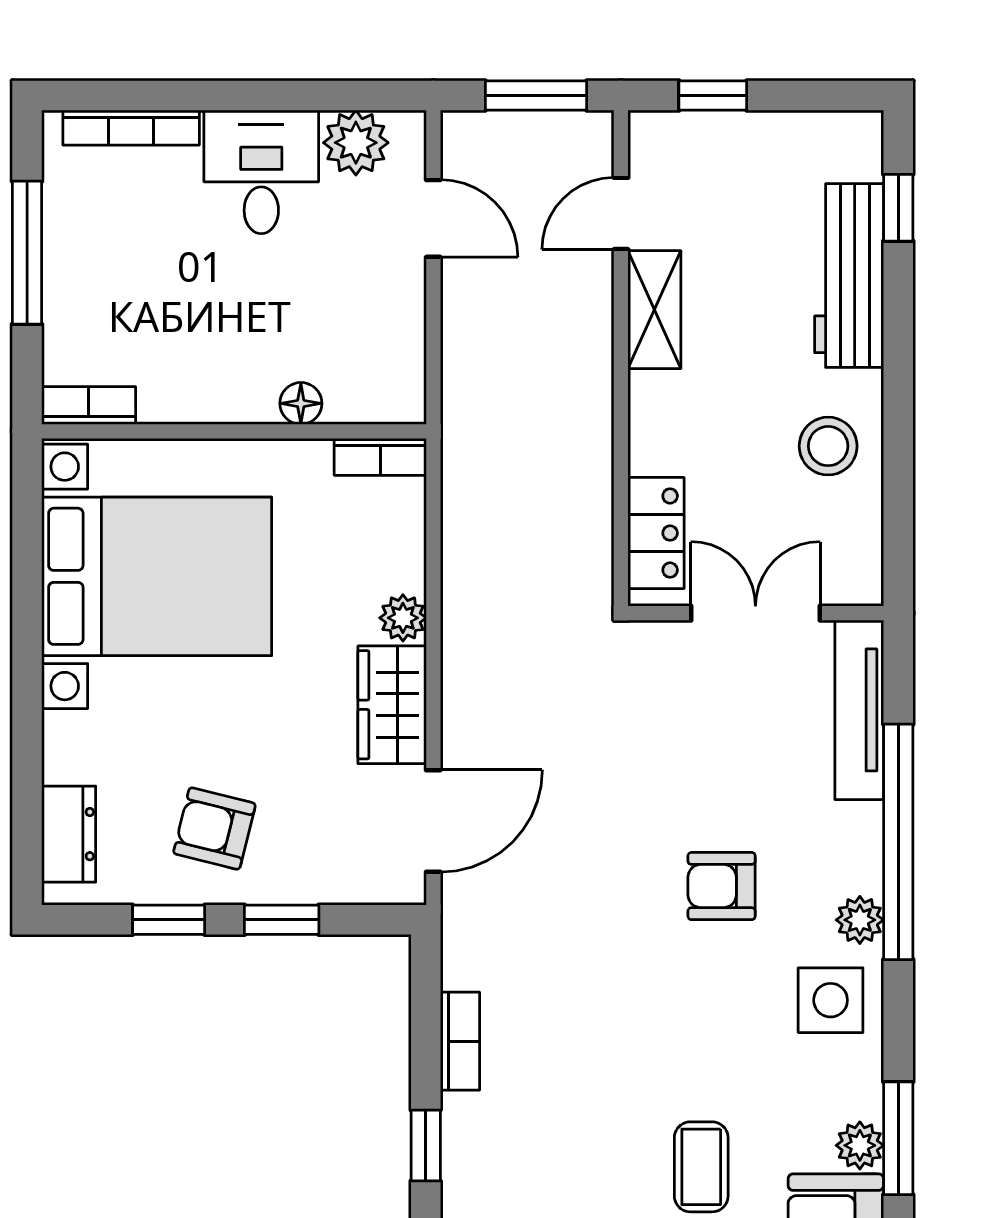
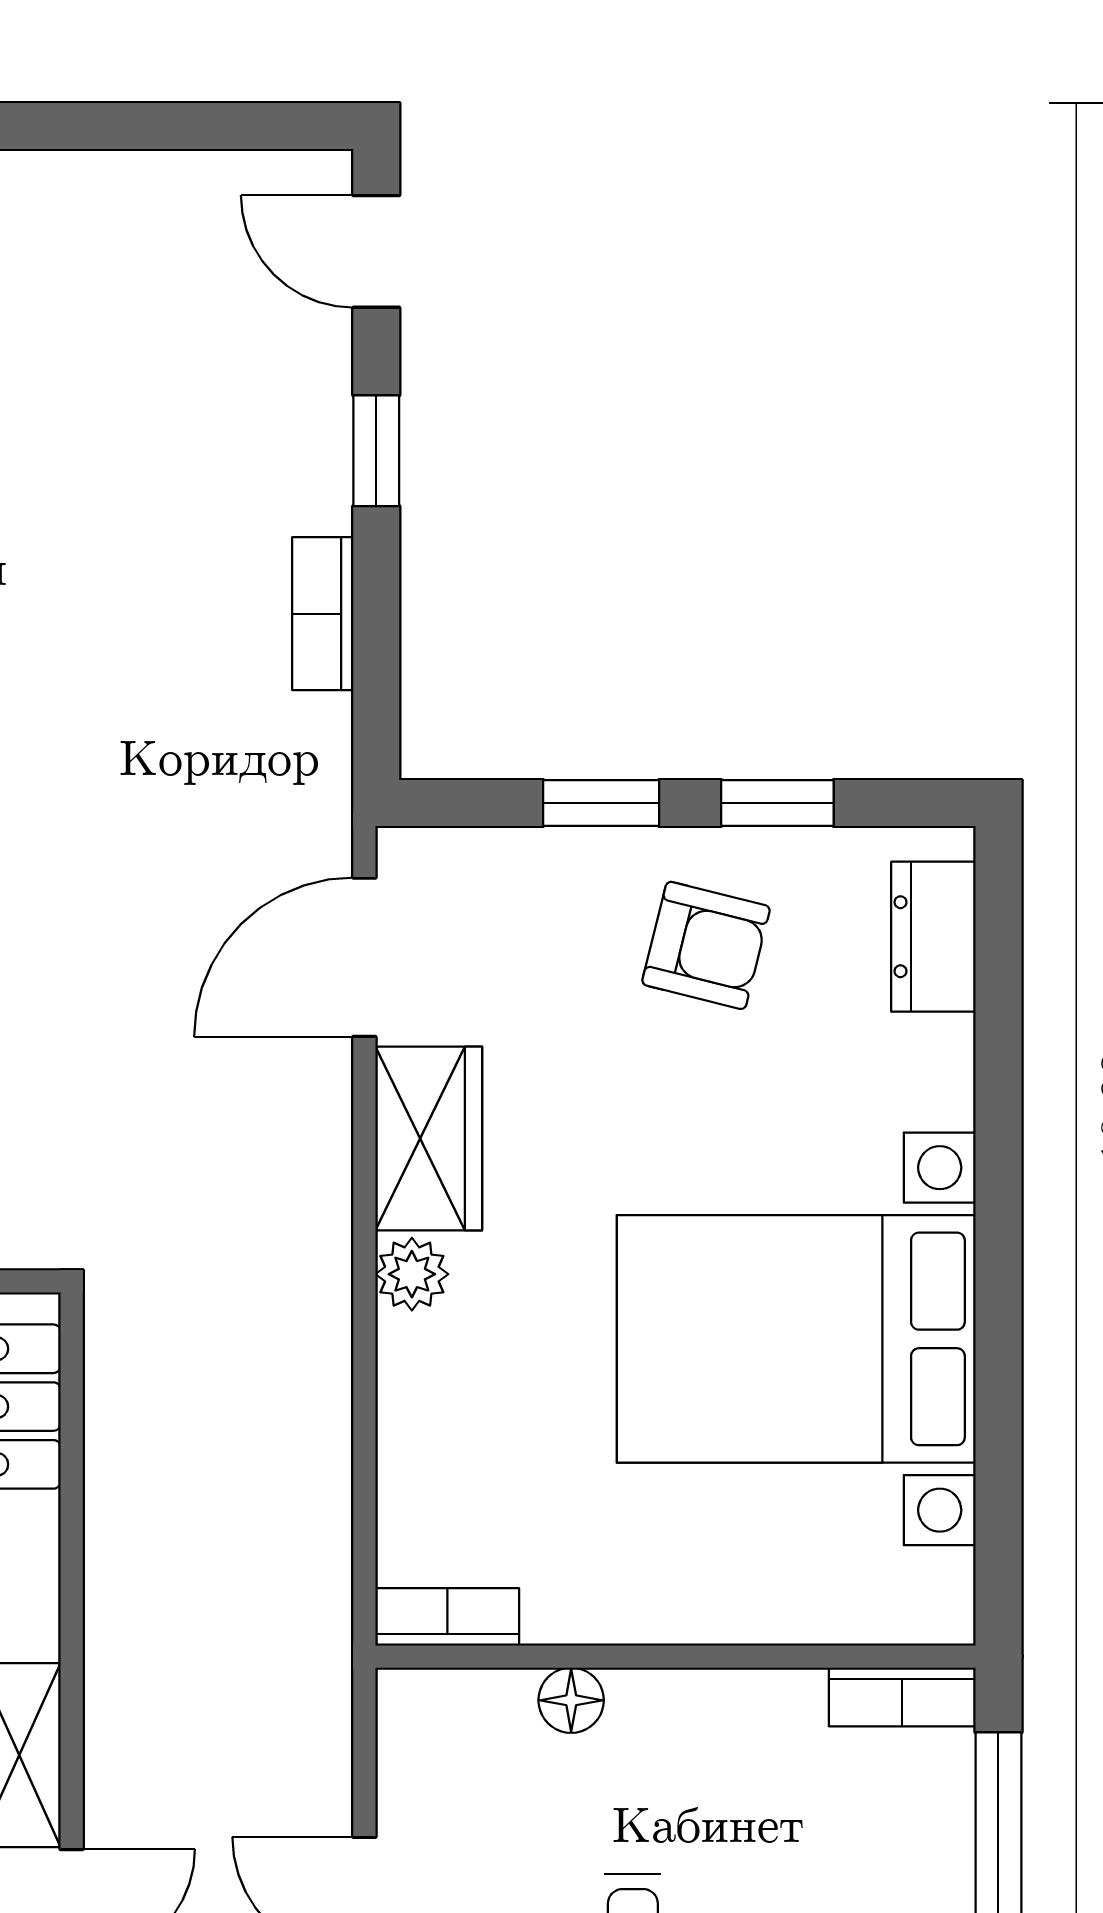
floor lamp: (301, 403) -> (571, 1700), moved
bookcase: (89, 406) -> (902, 1697), moved
wall: (234, 431) -> (676, 1657), moved
bookcase: (380, 457) -> (447, 1617), moved

